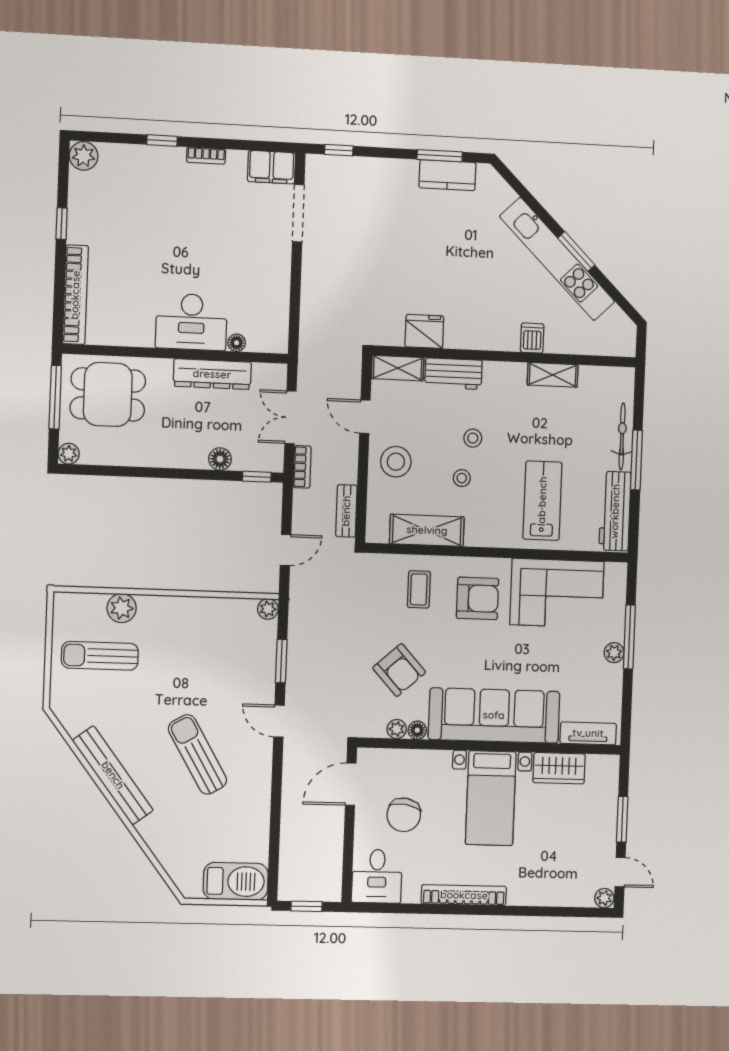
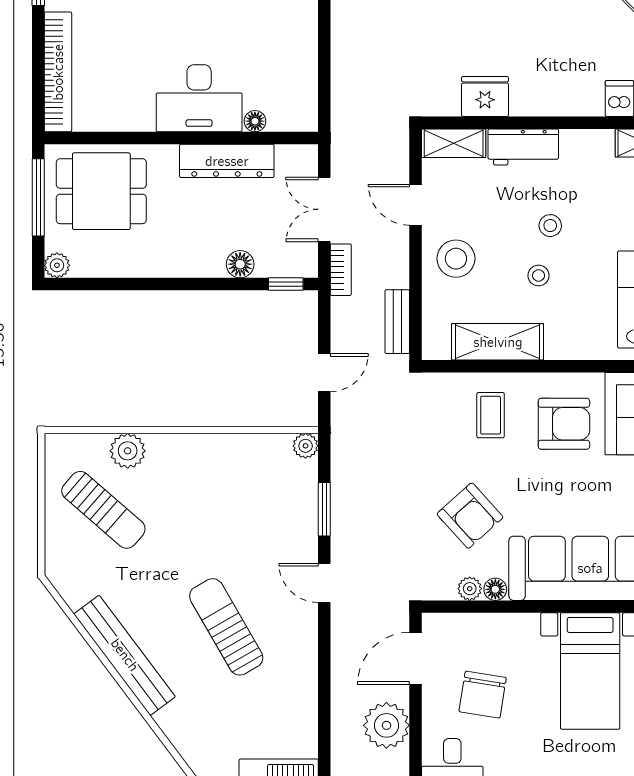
sun lounger: (100, 656) -> (103, 510), turned -139
plant: (325, 838) -> (386, 725), added

